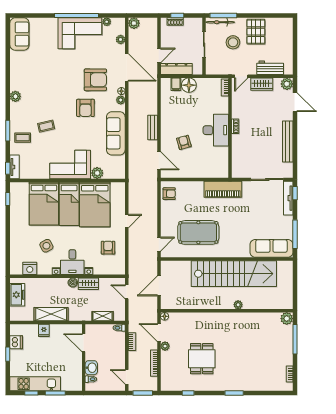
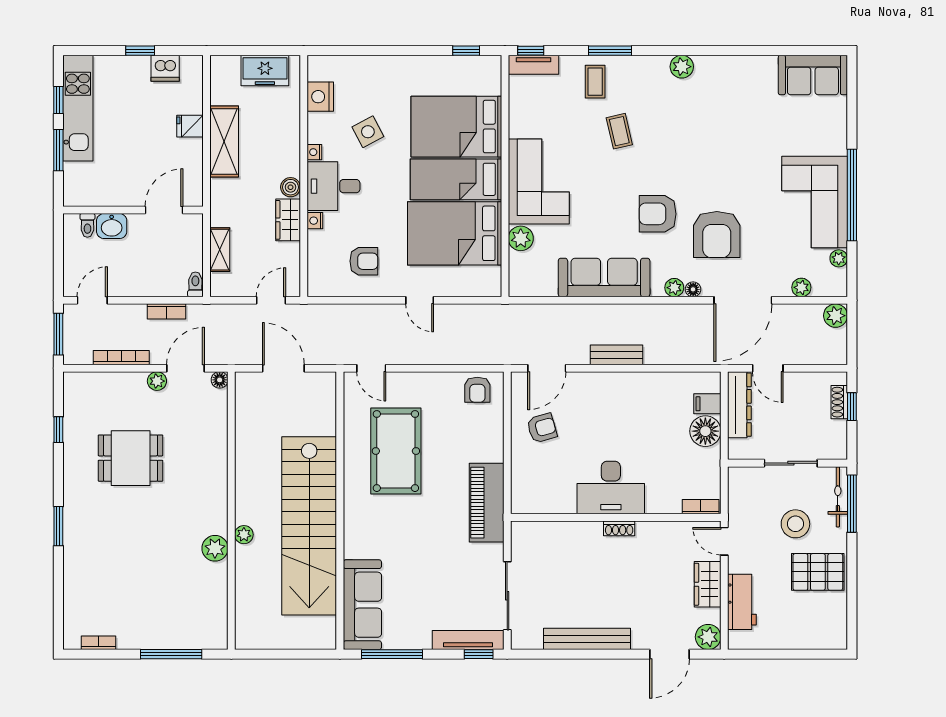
armchair: (184, 142) -> (542, 428), moved
plant: (287, 319) -> (215, 548), moved

